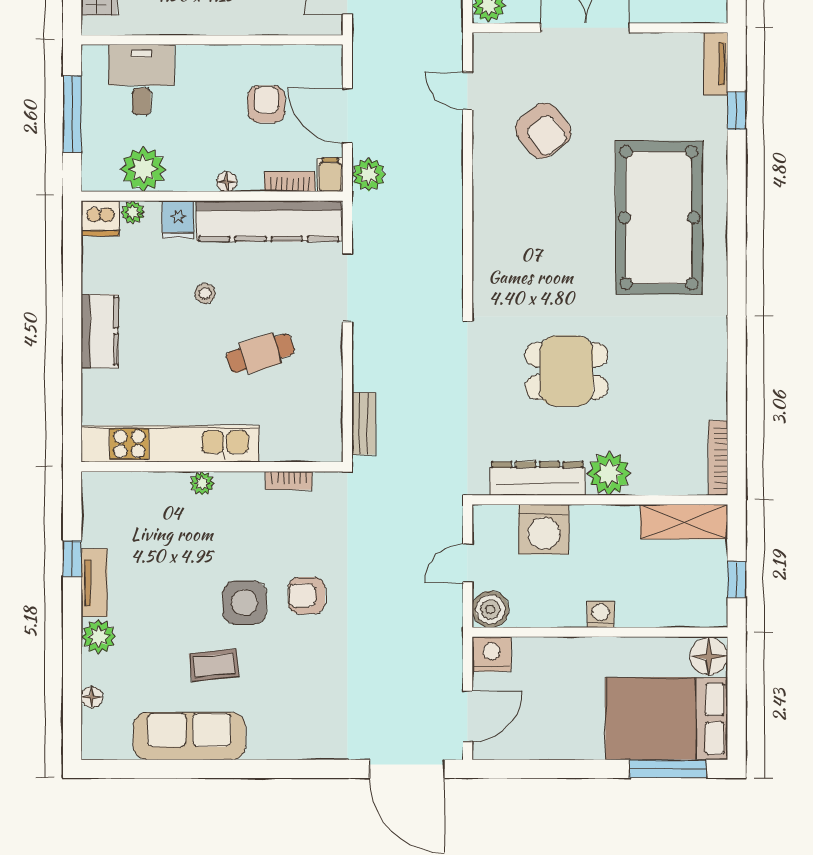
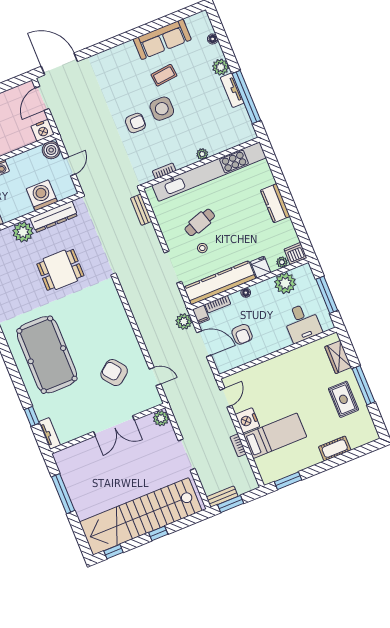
stool: (205, 293) -> (202, 248), moved
kitchen unit: (170, 444) -> (209, 172), width x1.36
window: (72, 559) -> (246, 97), width x3.17

